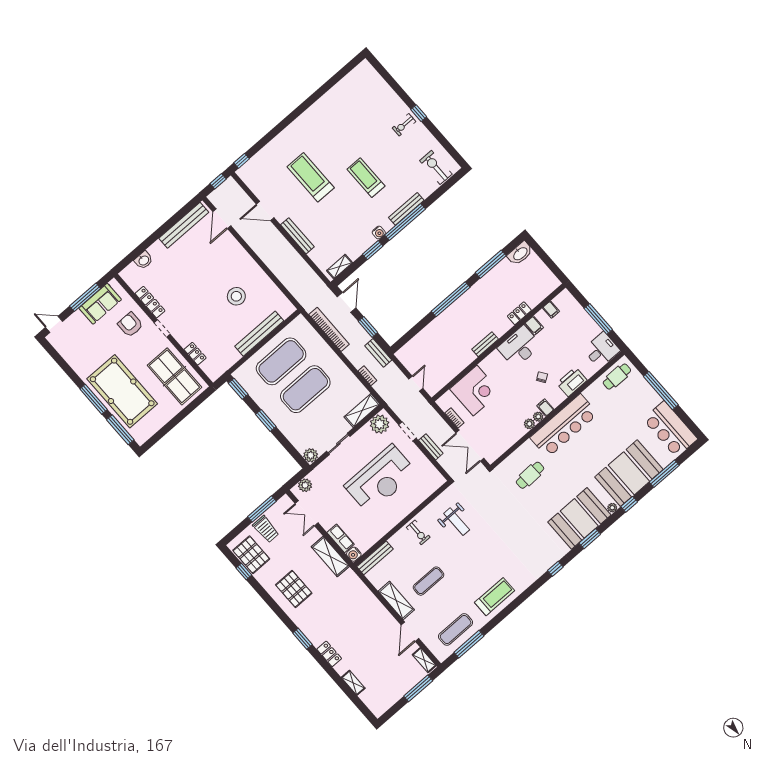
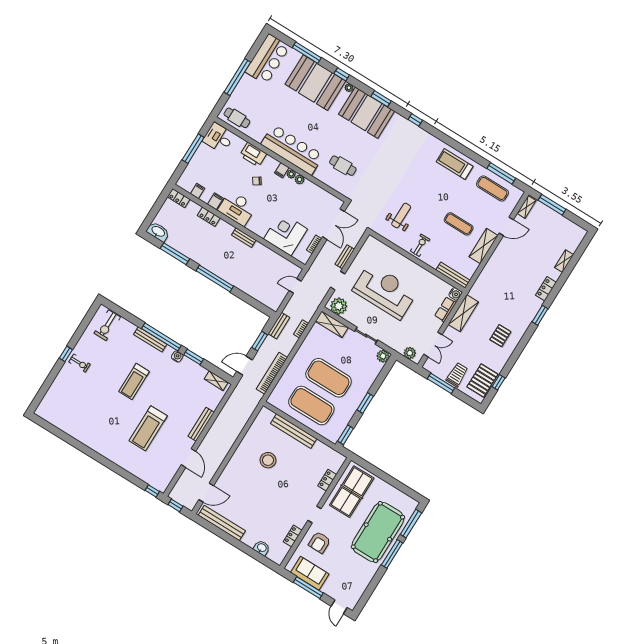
locker: (550, 287) -> (179, 198), added
locker: (150, 302) -> (293, 536), width x0.66
pallet: (294, 589) -> (500, 336), width x0.67, depth x0.71

